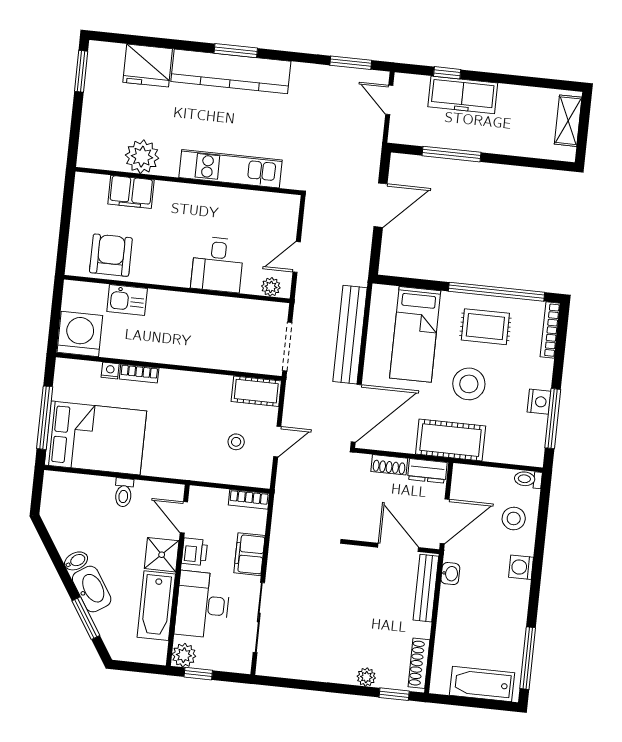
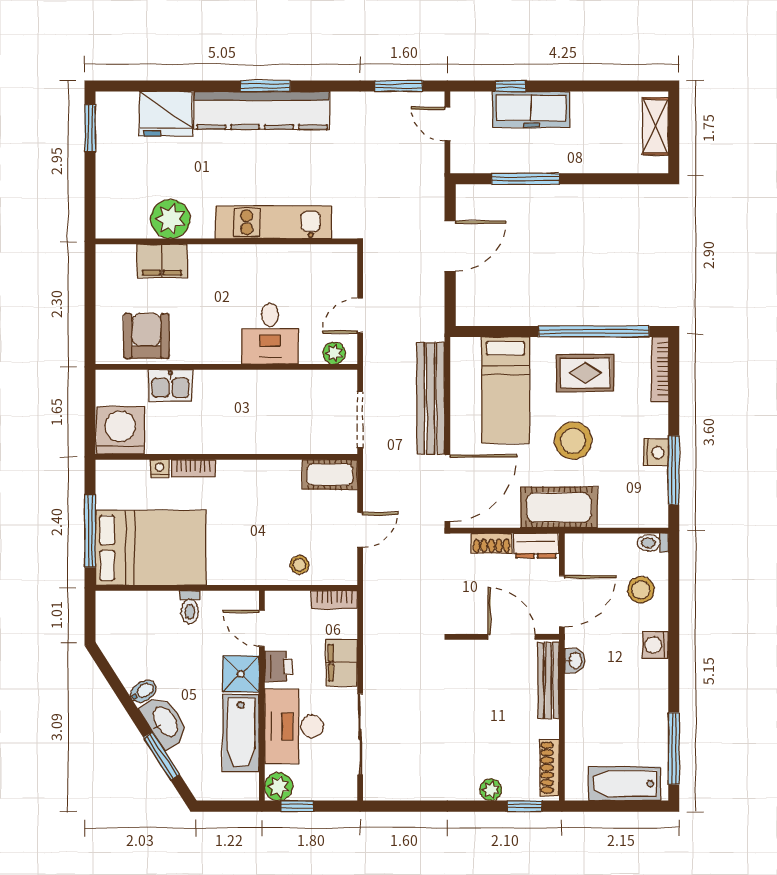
stool: (236, 442) -> (299, 565), moved

